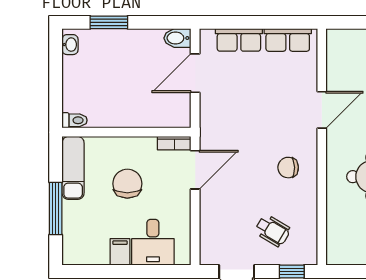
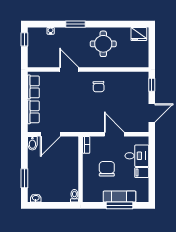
door: (195, 73) -> (50, 134), hinge flipped
exam couch: (73, 168) -> (120, 197), moved
door: (195, 170) -> (114, 134), moved
chair: (127, 184) -> (107, 169), turned 90
wheelchair: (273, 231) -> (131, 95), removed

